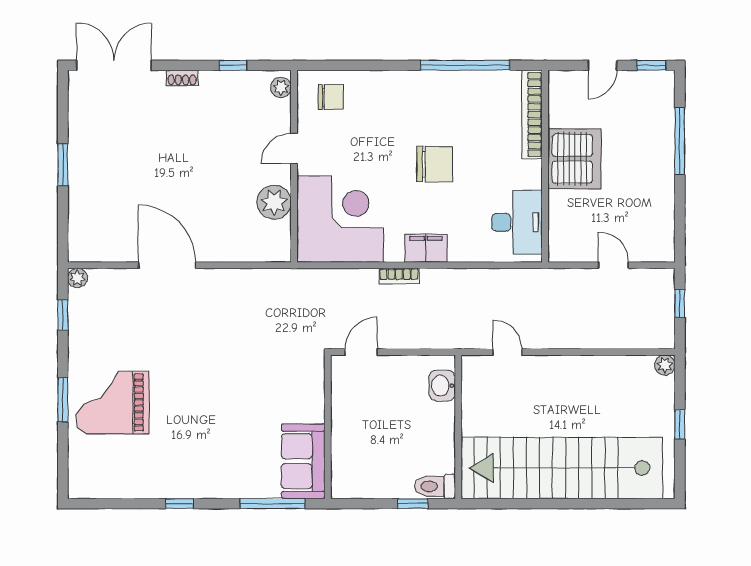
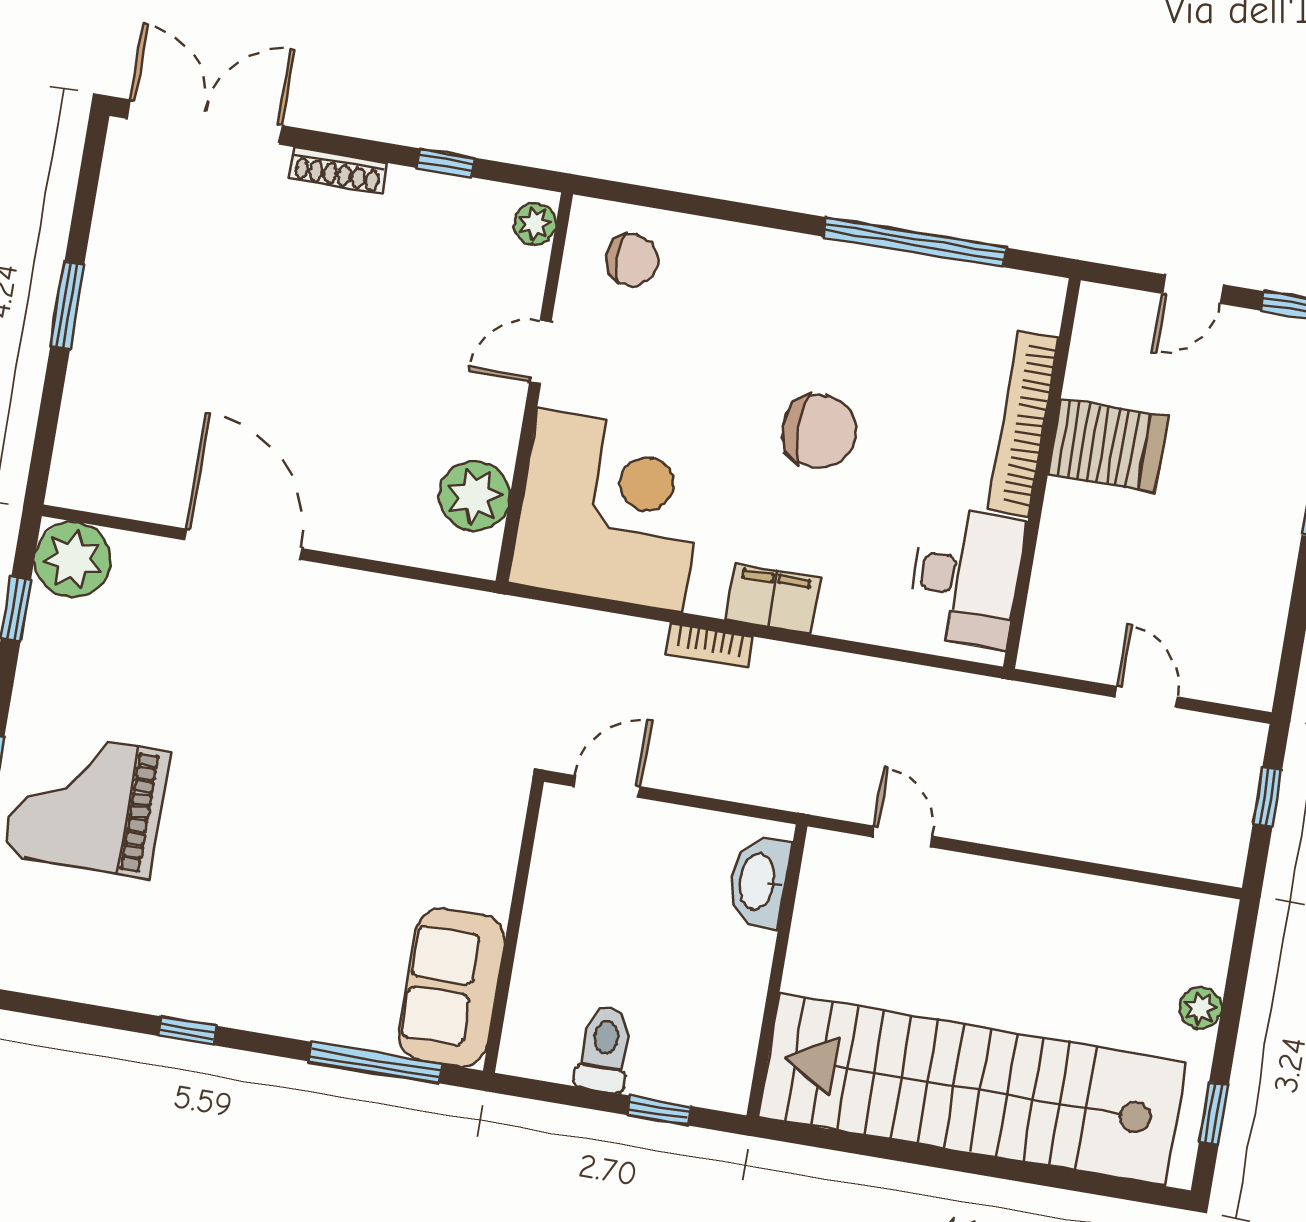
shoe rack: (182, 78) -> (338, 171), width x1.43
bookcase: (532, 114) -> (1023, 424), moved
server rack: (574, 159) -> (1108, 446), width x0.63
plant: (274, 202) -> (474, 496), moved
plant: (78, 278) -> (73, 560), width x1.88, depth x1.88
plant: (665, 365) -> (1200, 1008), moved
washbasin: (442, 386) -> (759, 882), width x1.38
window: (680, 424) -> (1214, 1113), moved
toilet: (435, 486) -> (604, 1049), moved, turned 90

